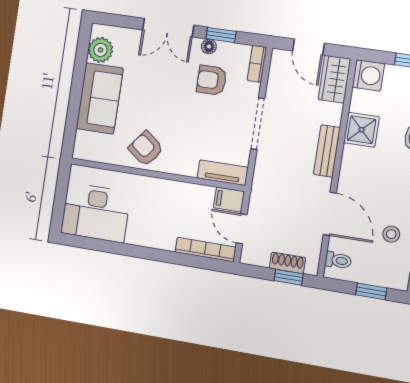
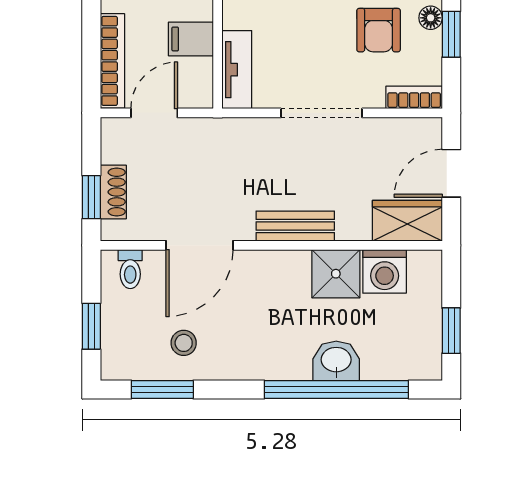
washing machine: (368, 75) -> (385, 271), moved
armchair: (212, 80) -> (379, 30), turned 180
filing cabinet: (229, 200) -> (191, 39), moved, turned -90

